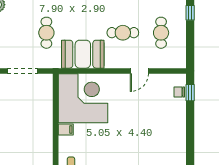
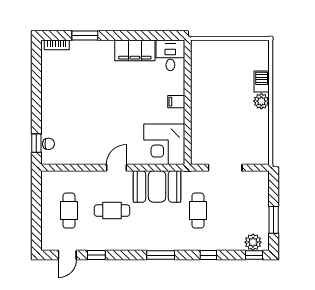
window: (190, 13) -> (36, 233), removed
door: (139, 71) -> (117, 168), moved
corner desk: (83, 98) -> (164, 144), width x0.74, depth x0.74

